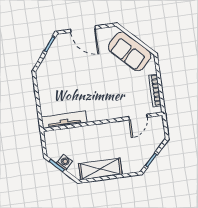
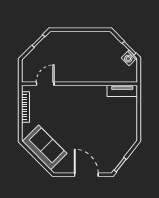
tv unit: (64, 120) -> (122, 91), width x0.71
washing machine: (64, 162) -> (129, 58), moved
shelving: (100, 169) -> (88, 39), removed

